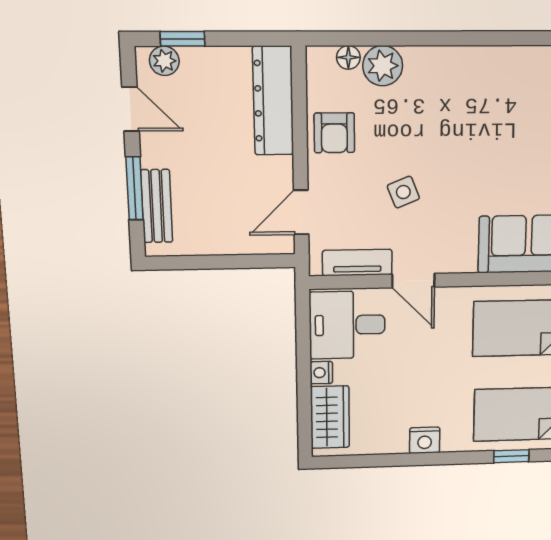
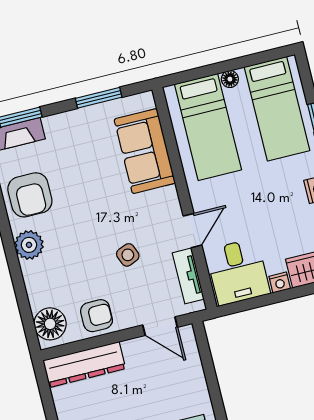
floor lamp: (348, 57) -> (50, 324), width x1.89, depth x1.89
plant: (383, 66) -> (29, 245), moved
armchair: (514, 83) -> (30, 195), added

